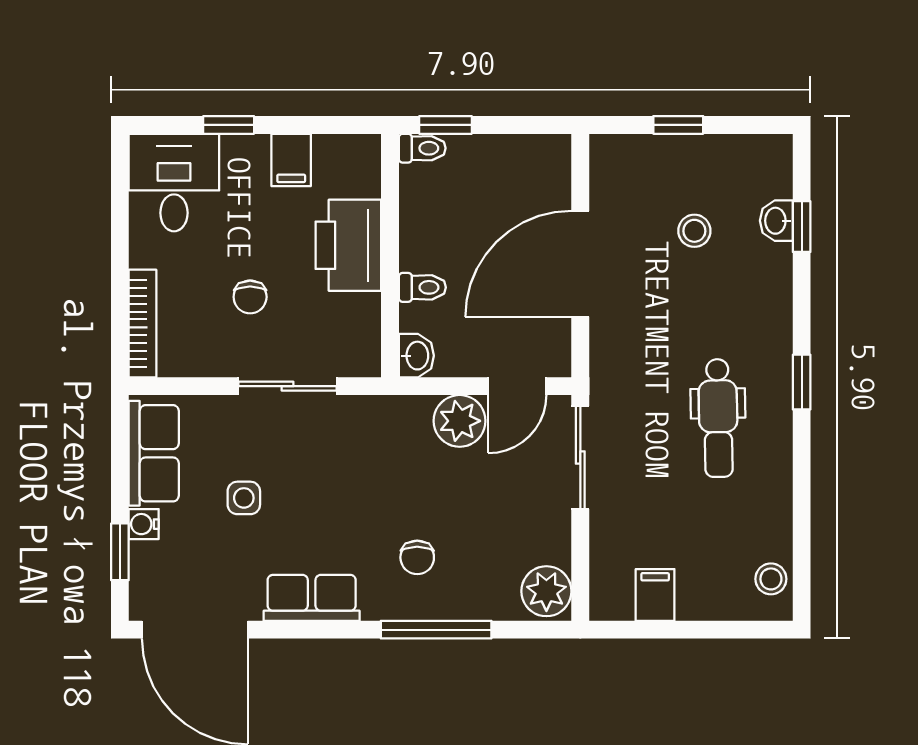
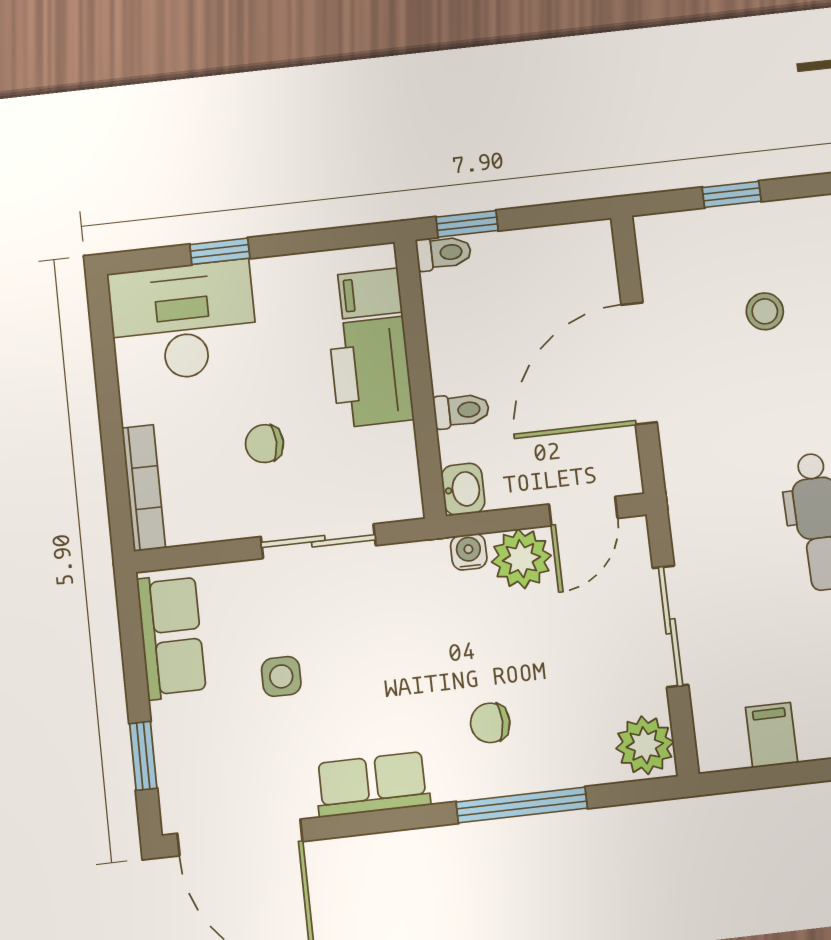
filing cabinet: (291, 160) -> (370, 293), moved, turned 90
desk: (174, 183) -> (183, 321), width x1.37
chair: (250, 297) -> (264, 444), turned 90
sliding door: (580, 458) -> (671, 626), moved
water cooler: (144, 524) -> (469, 552), moved, turned 90
chair: (417, 557) -> (490, 723), turned 90

